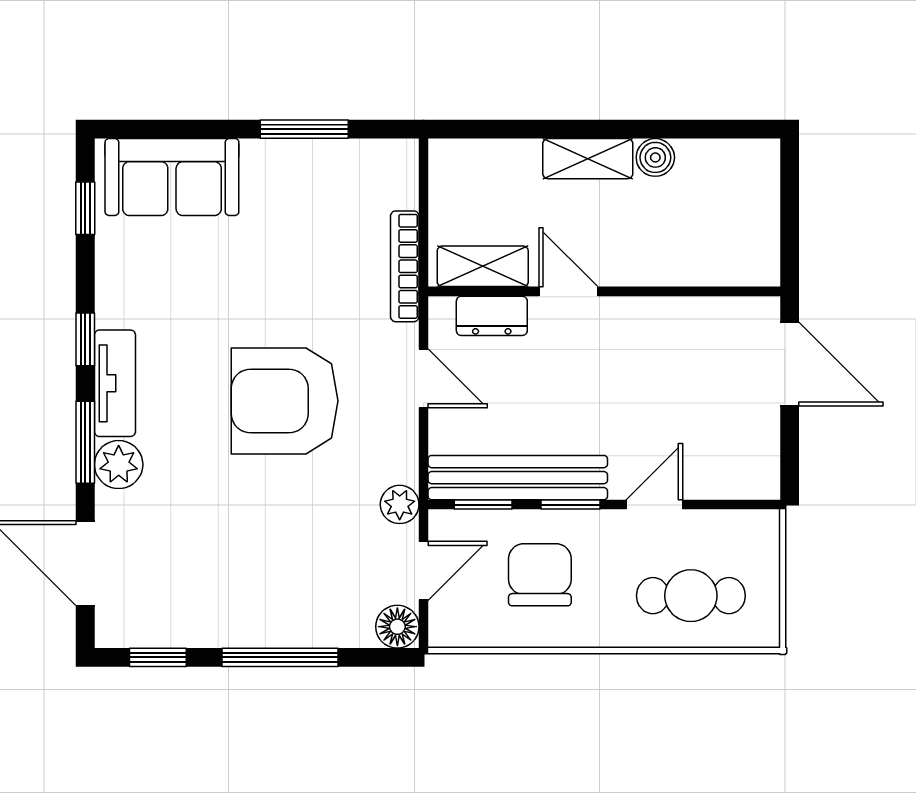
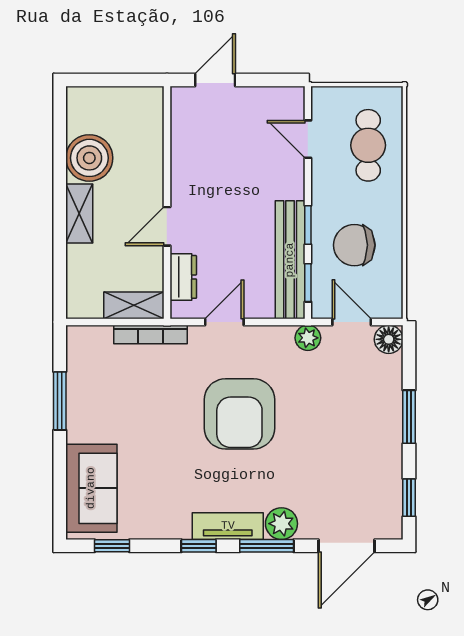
boiler: (655, 157) -> (89, 158), width x1.86, depth x1.86
shelving: (483, 266) -> (134, 305), moved, turned 90
door: (790, 364) -> (215, 80), width x0.73
door: (654, 505) -> (308, 139), moved
window: (280, 657) -> (409, 417), width x0.69

